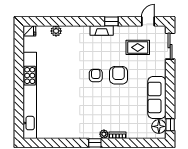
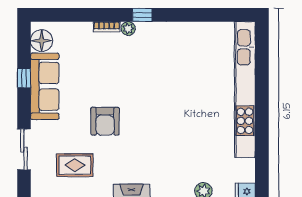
sliding door: (170, 46) -> (24, 149), moved
armchair: (96, 75) -> (141, 121), removed
window: (170, 125) -> (24, 78), moved

